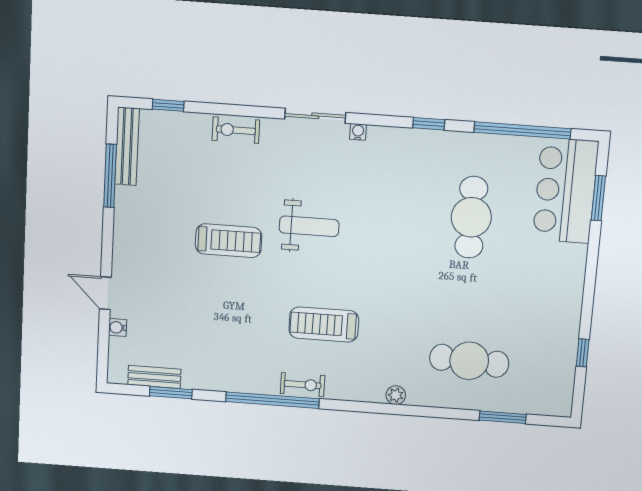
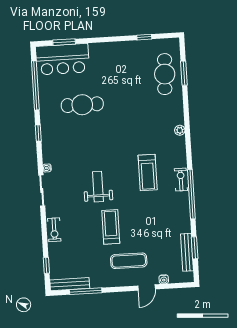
exercise mat: (160, 266) -> (129, 261), added
cafe table: (469, 361) -> (165, 74), moved
bench: (154, 377) -> (187, 252), width x1.36

